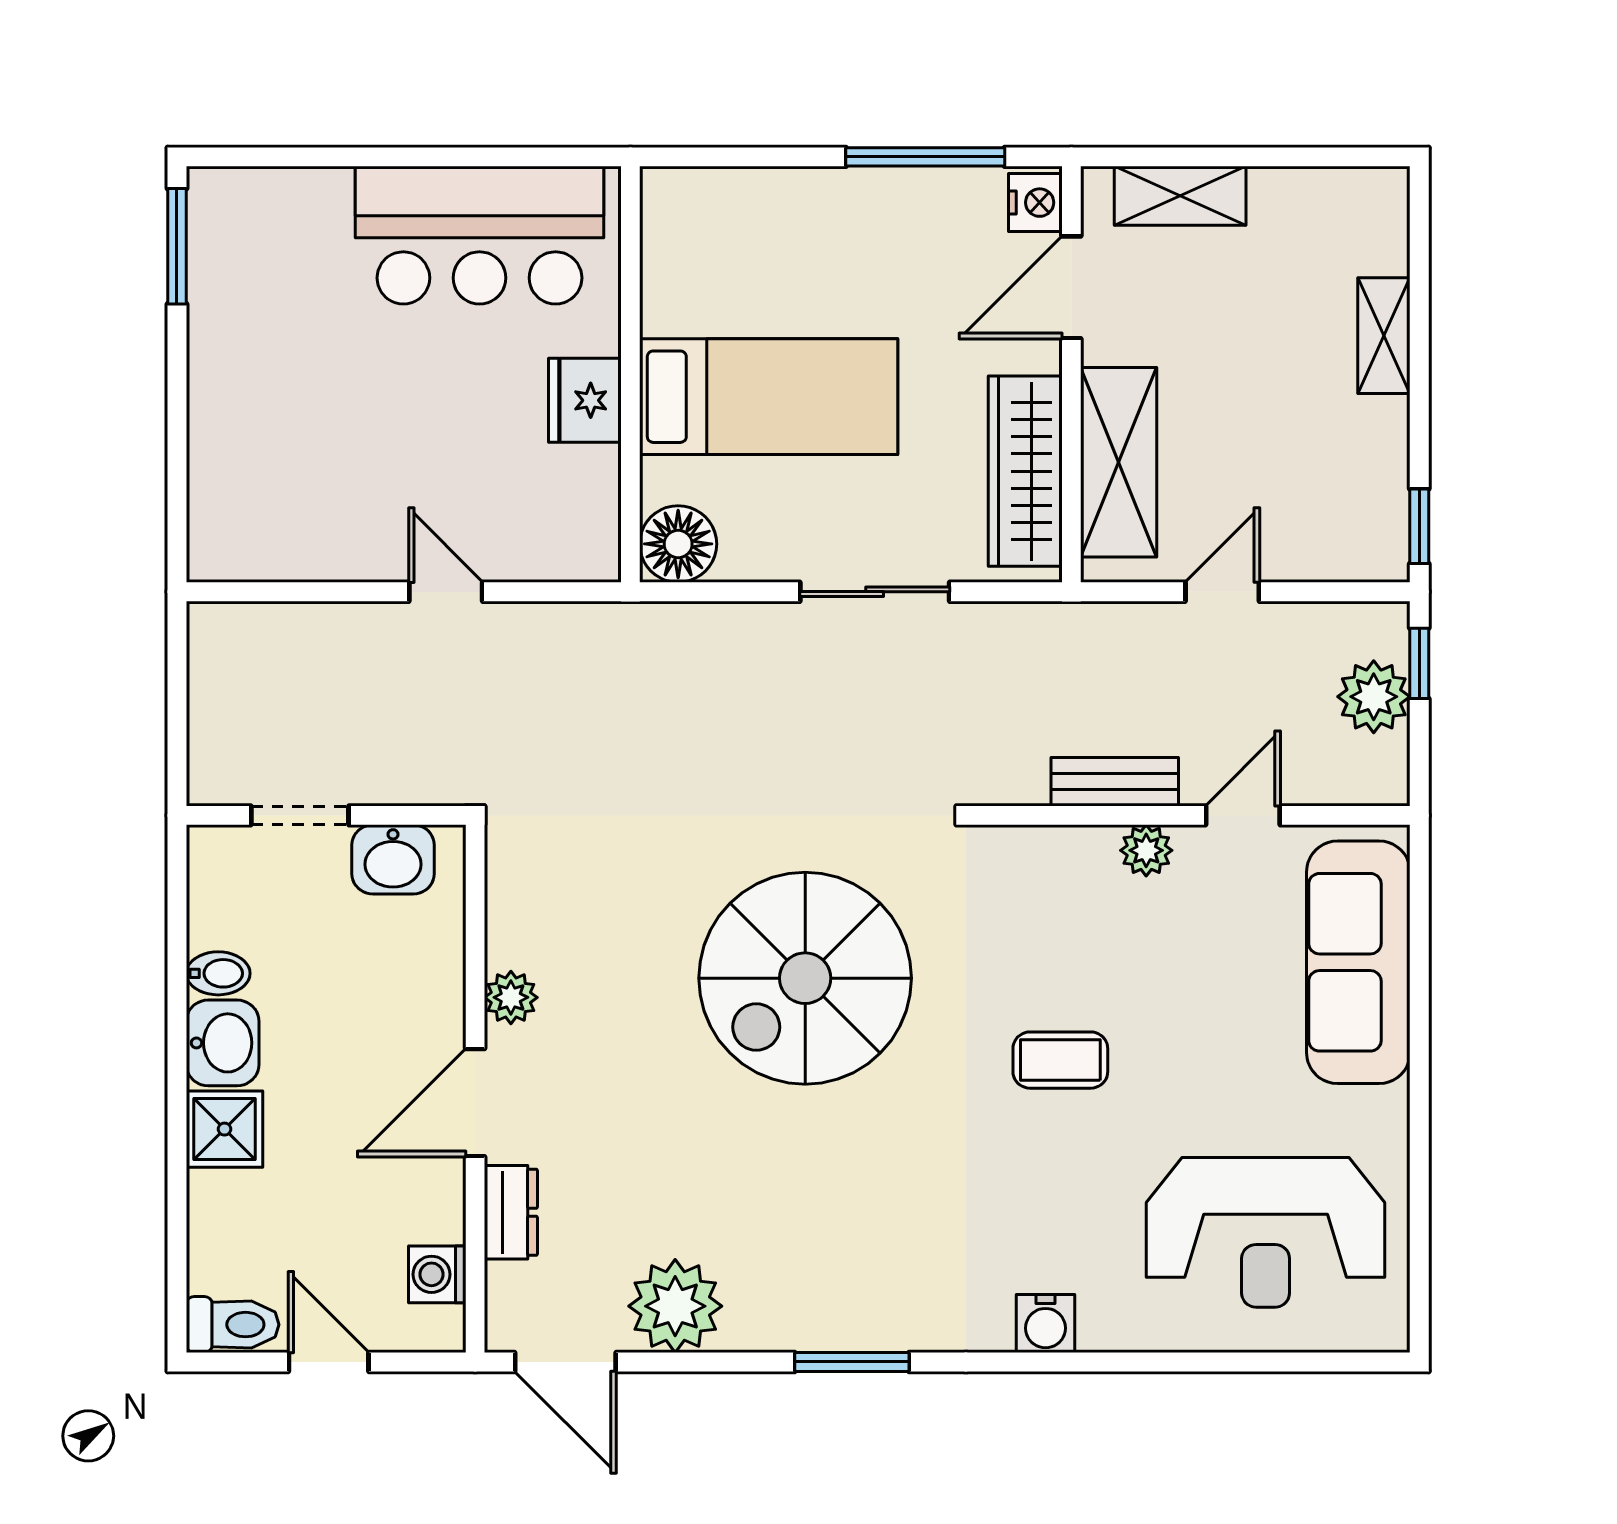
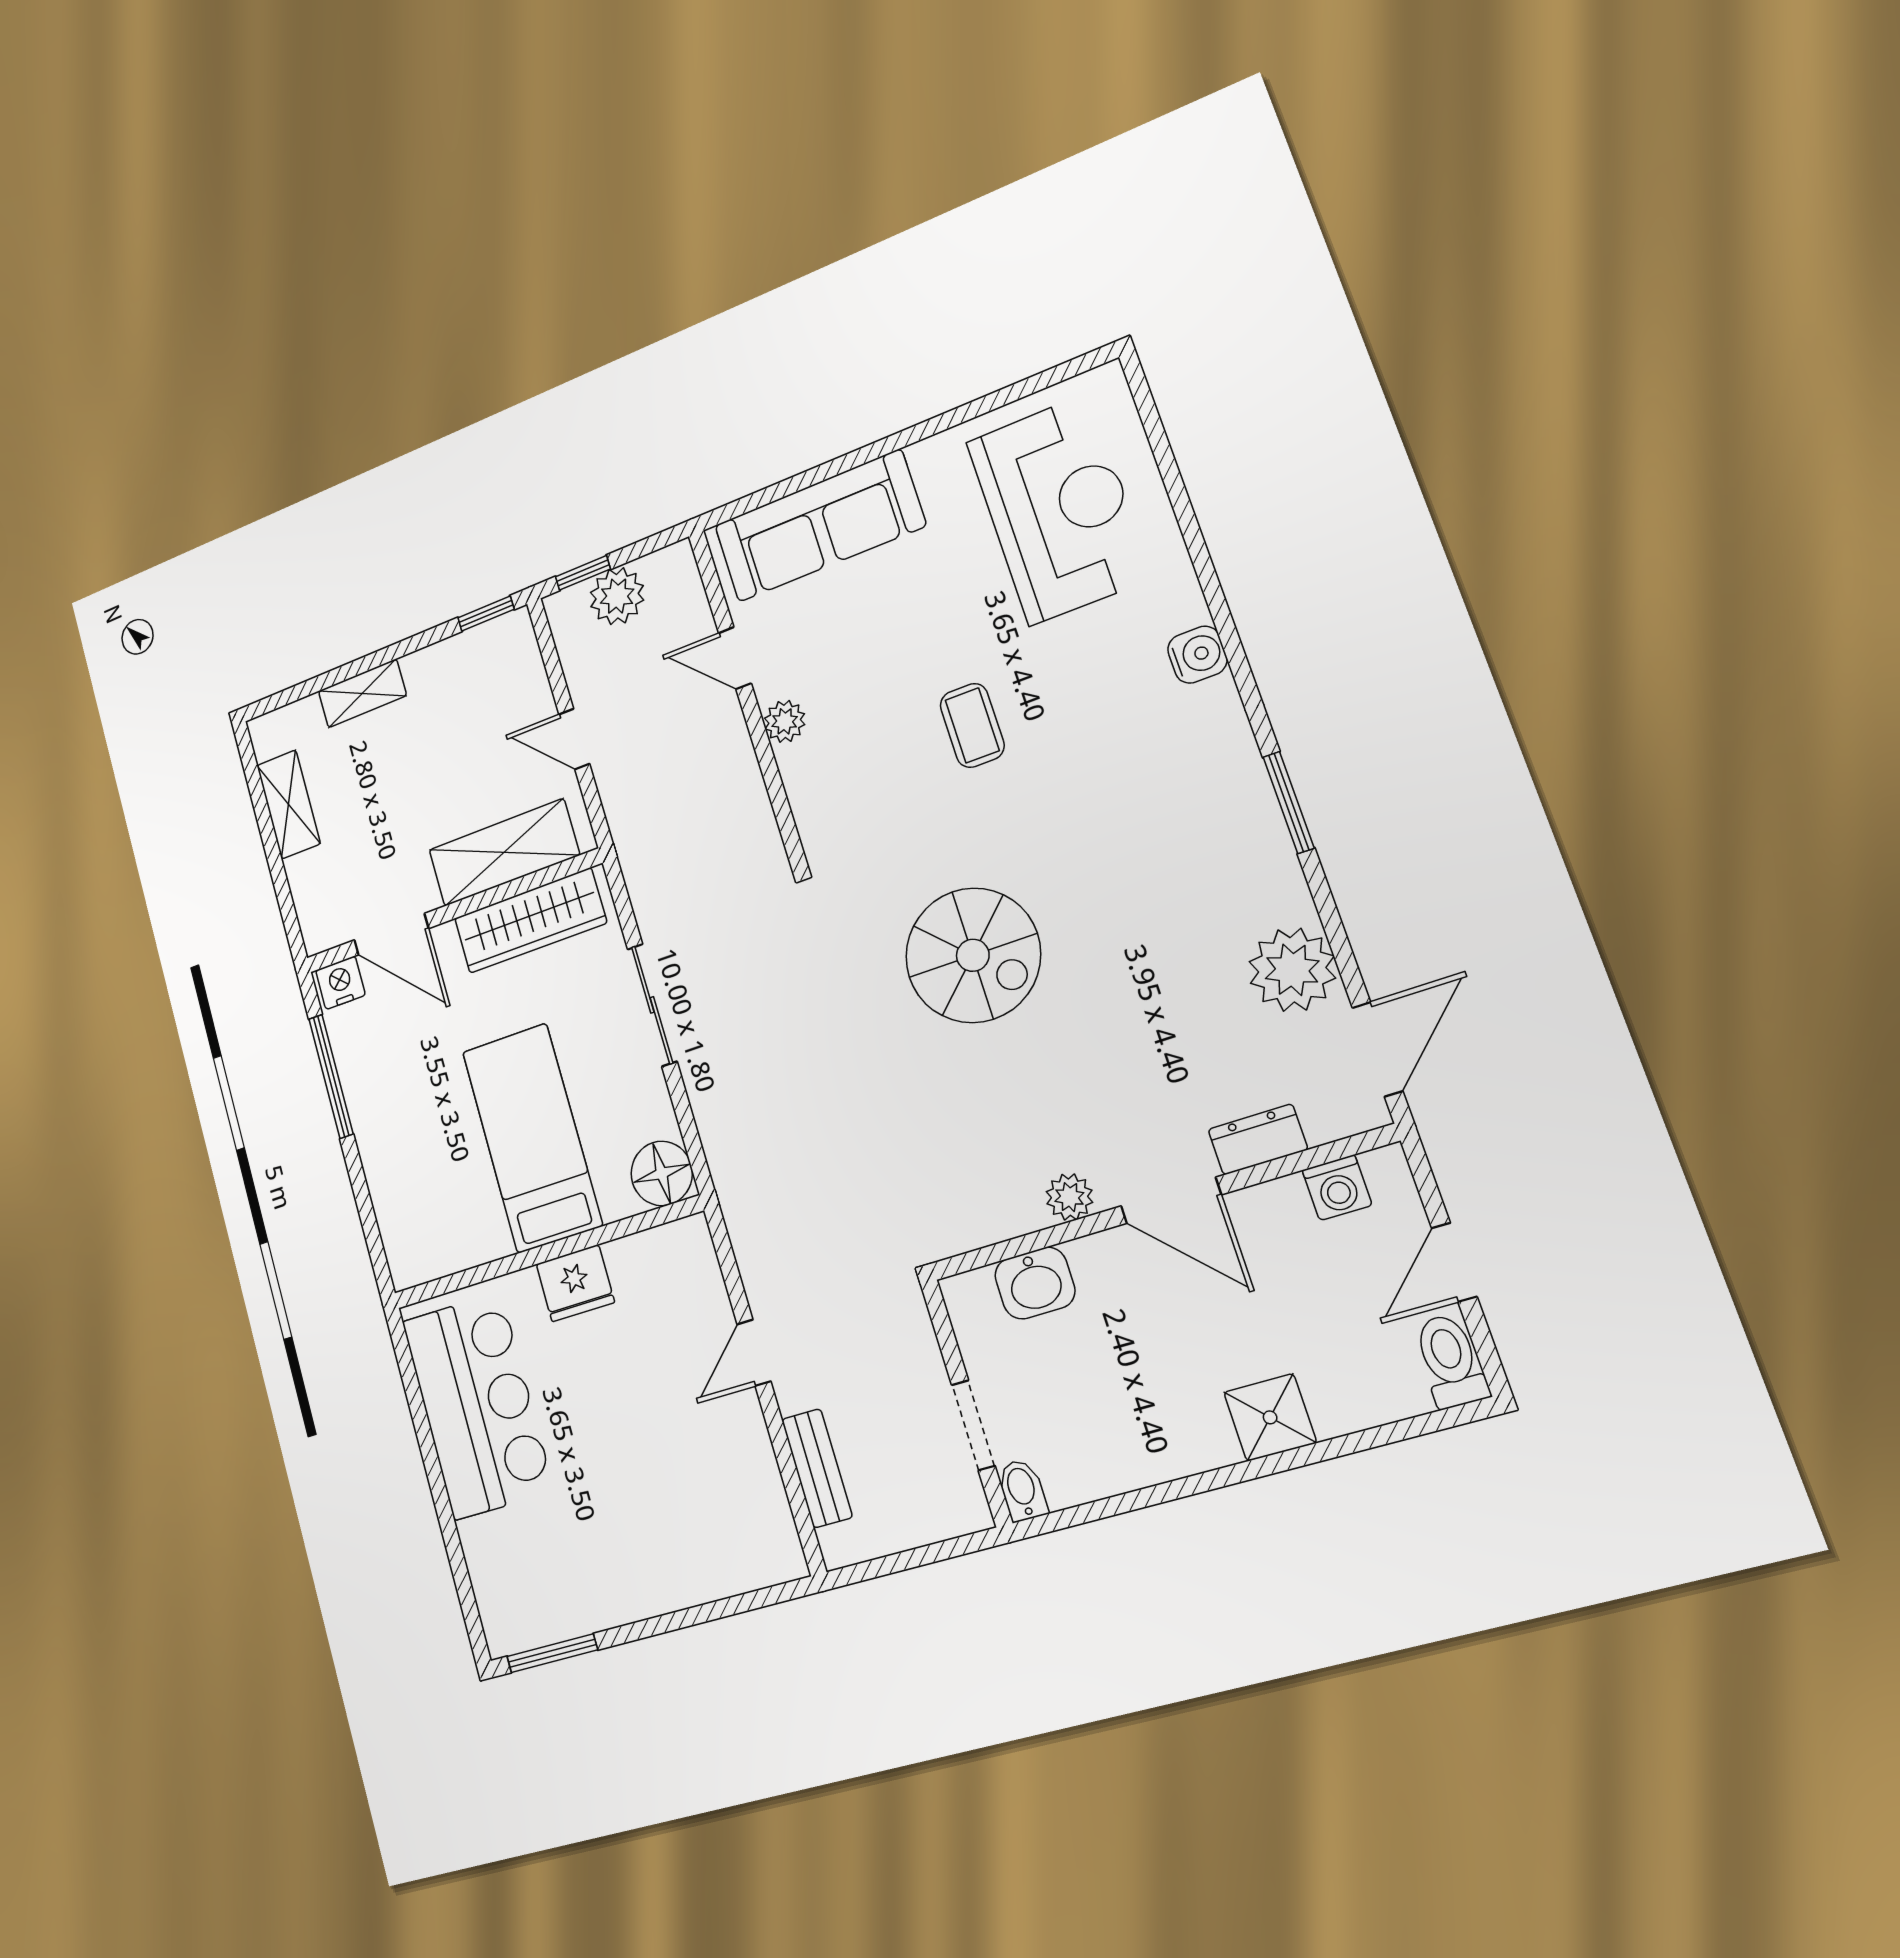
shelving: (1180, 196) -> (288, 804), moved
bench: (1115, 782) -> (817, 1468), moved
washbasin: (393, 859) -> (1035, 1283), moved, turned 90
bidet: (218, 973) -> (1022, 1490), moved
spiral stairs: (805, 978) -> (973, 955), width x0.73, depth x0.73
washbasin: (223, 1043) -> (1193, 1440), removed

